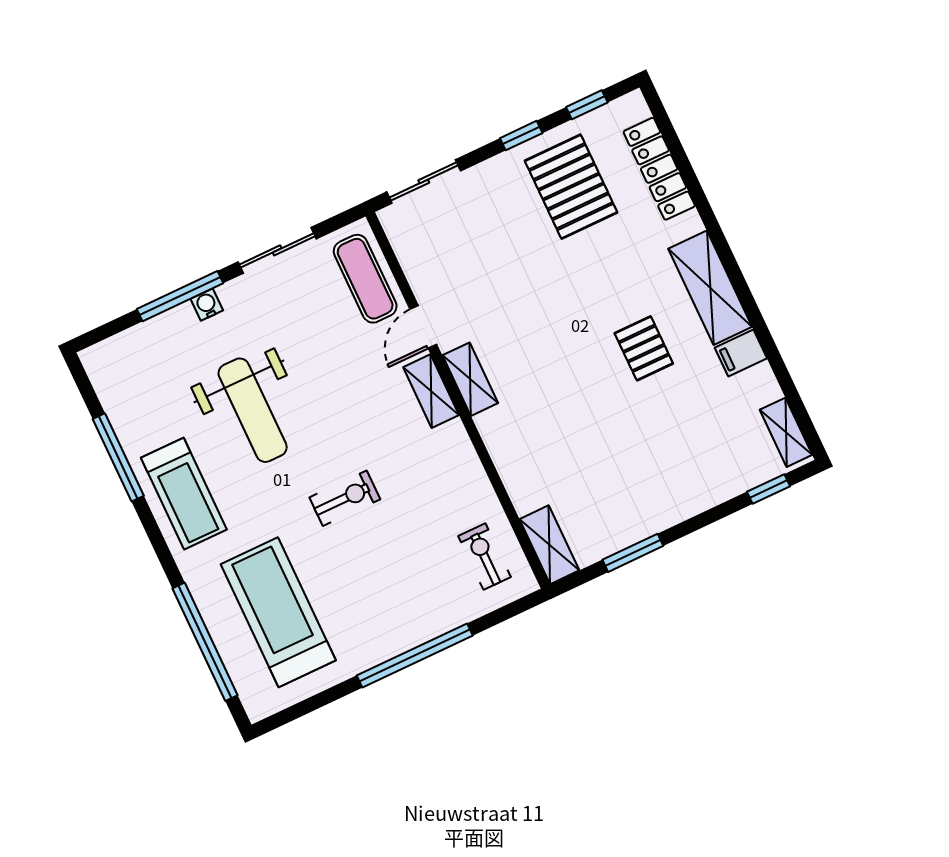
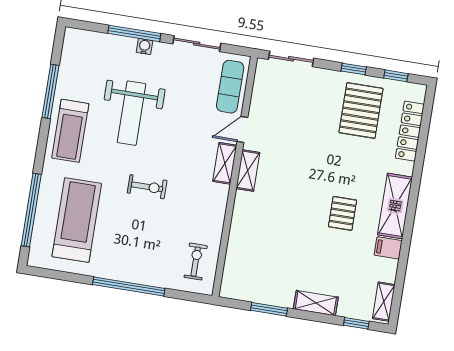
shelving: (549, 545) -> (316, 303), moved, turned 90

